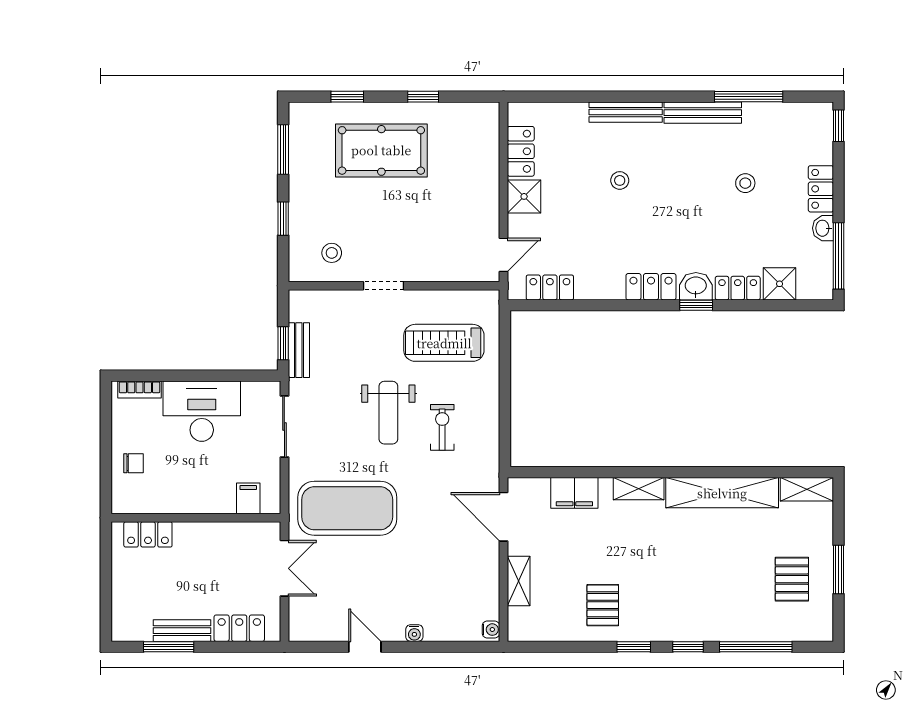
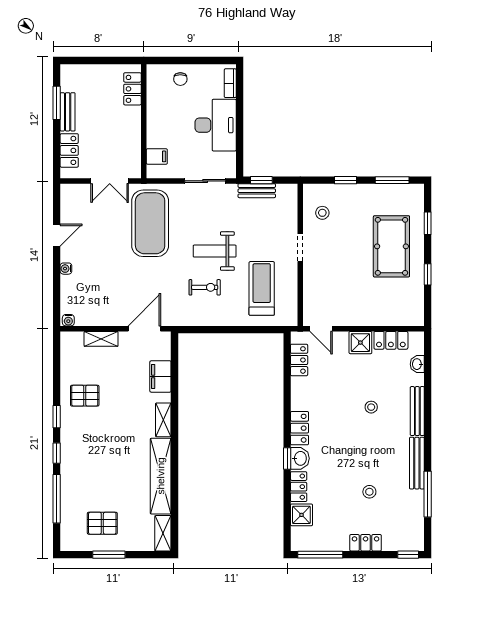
washbasin: (823, 228) -> (417, 364), moved, turned -90

